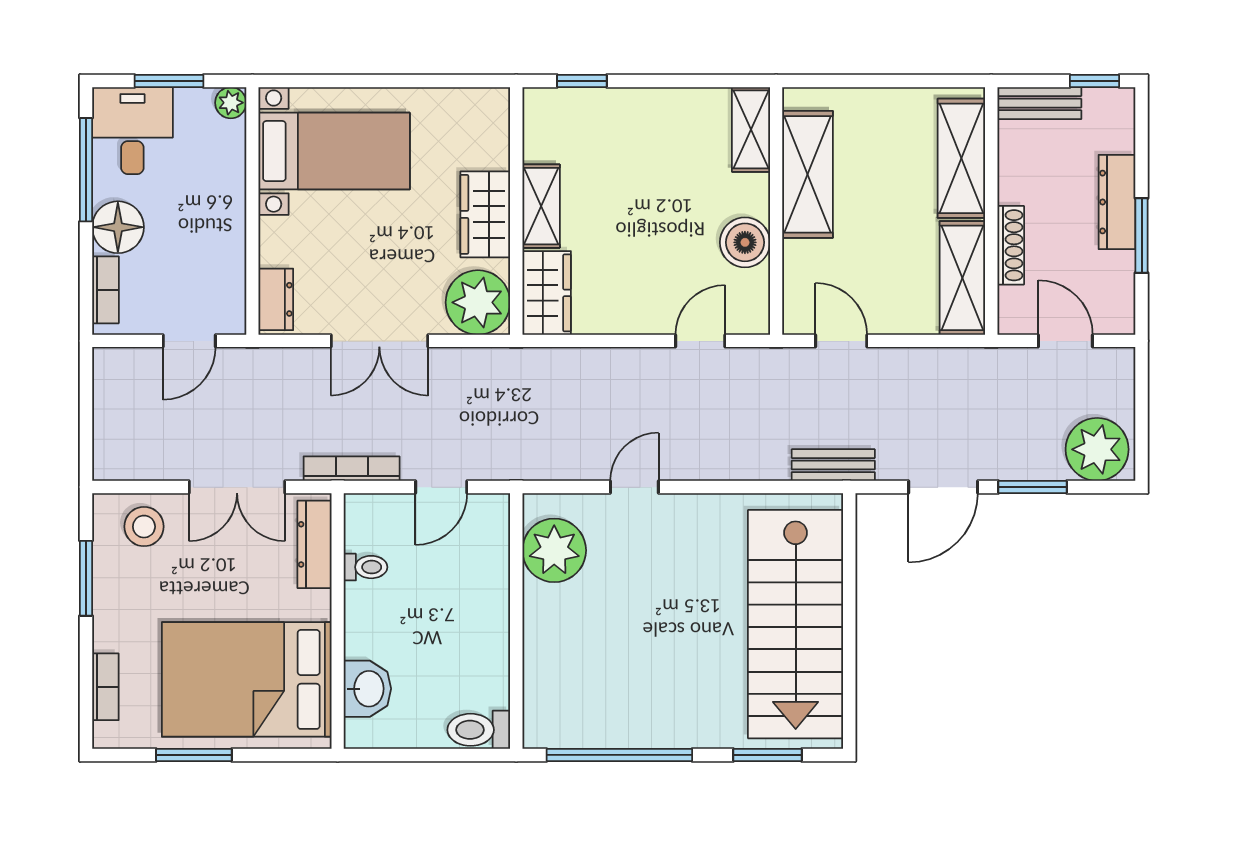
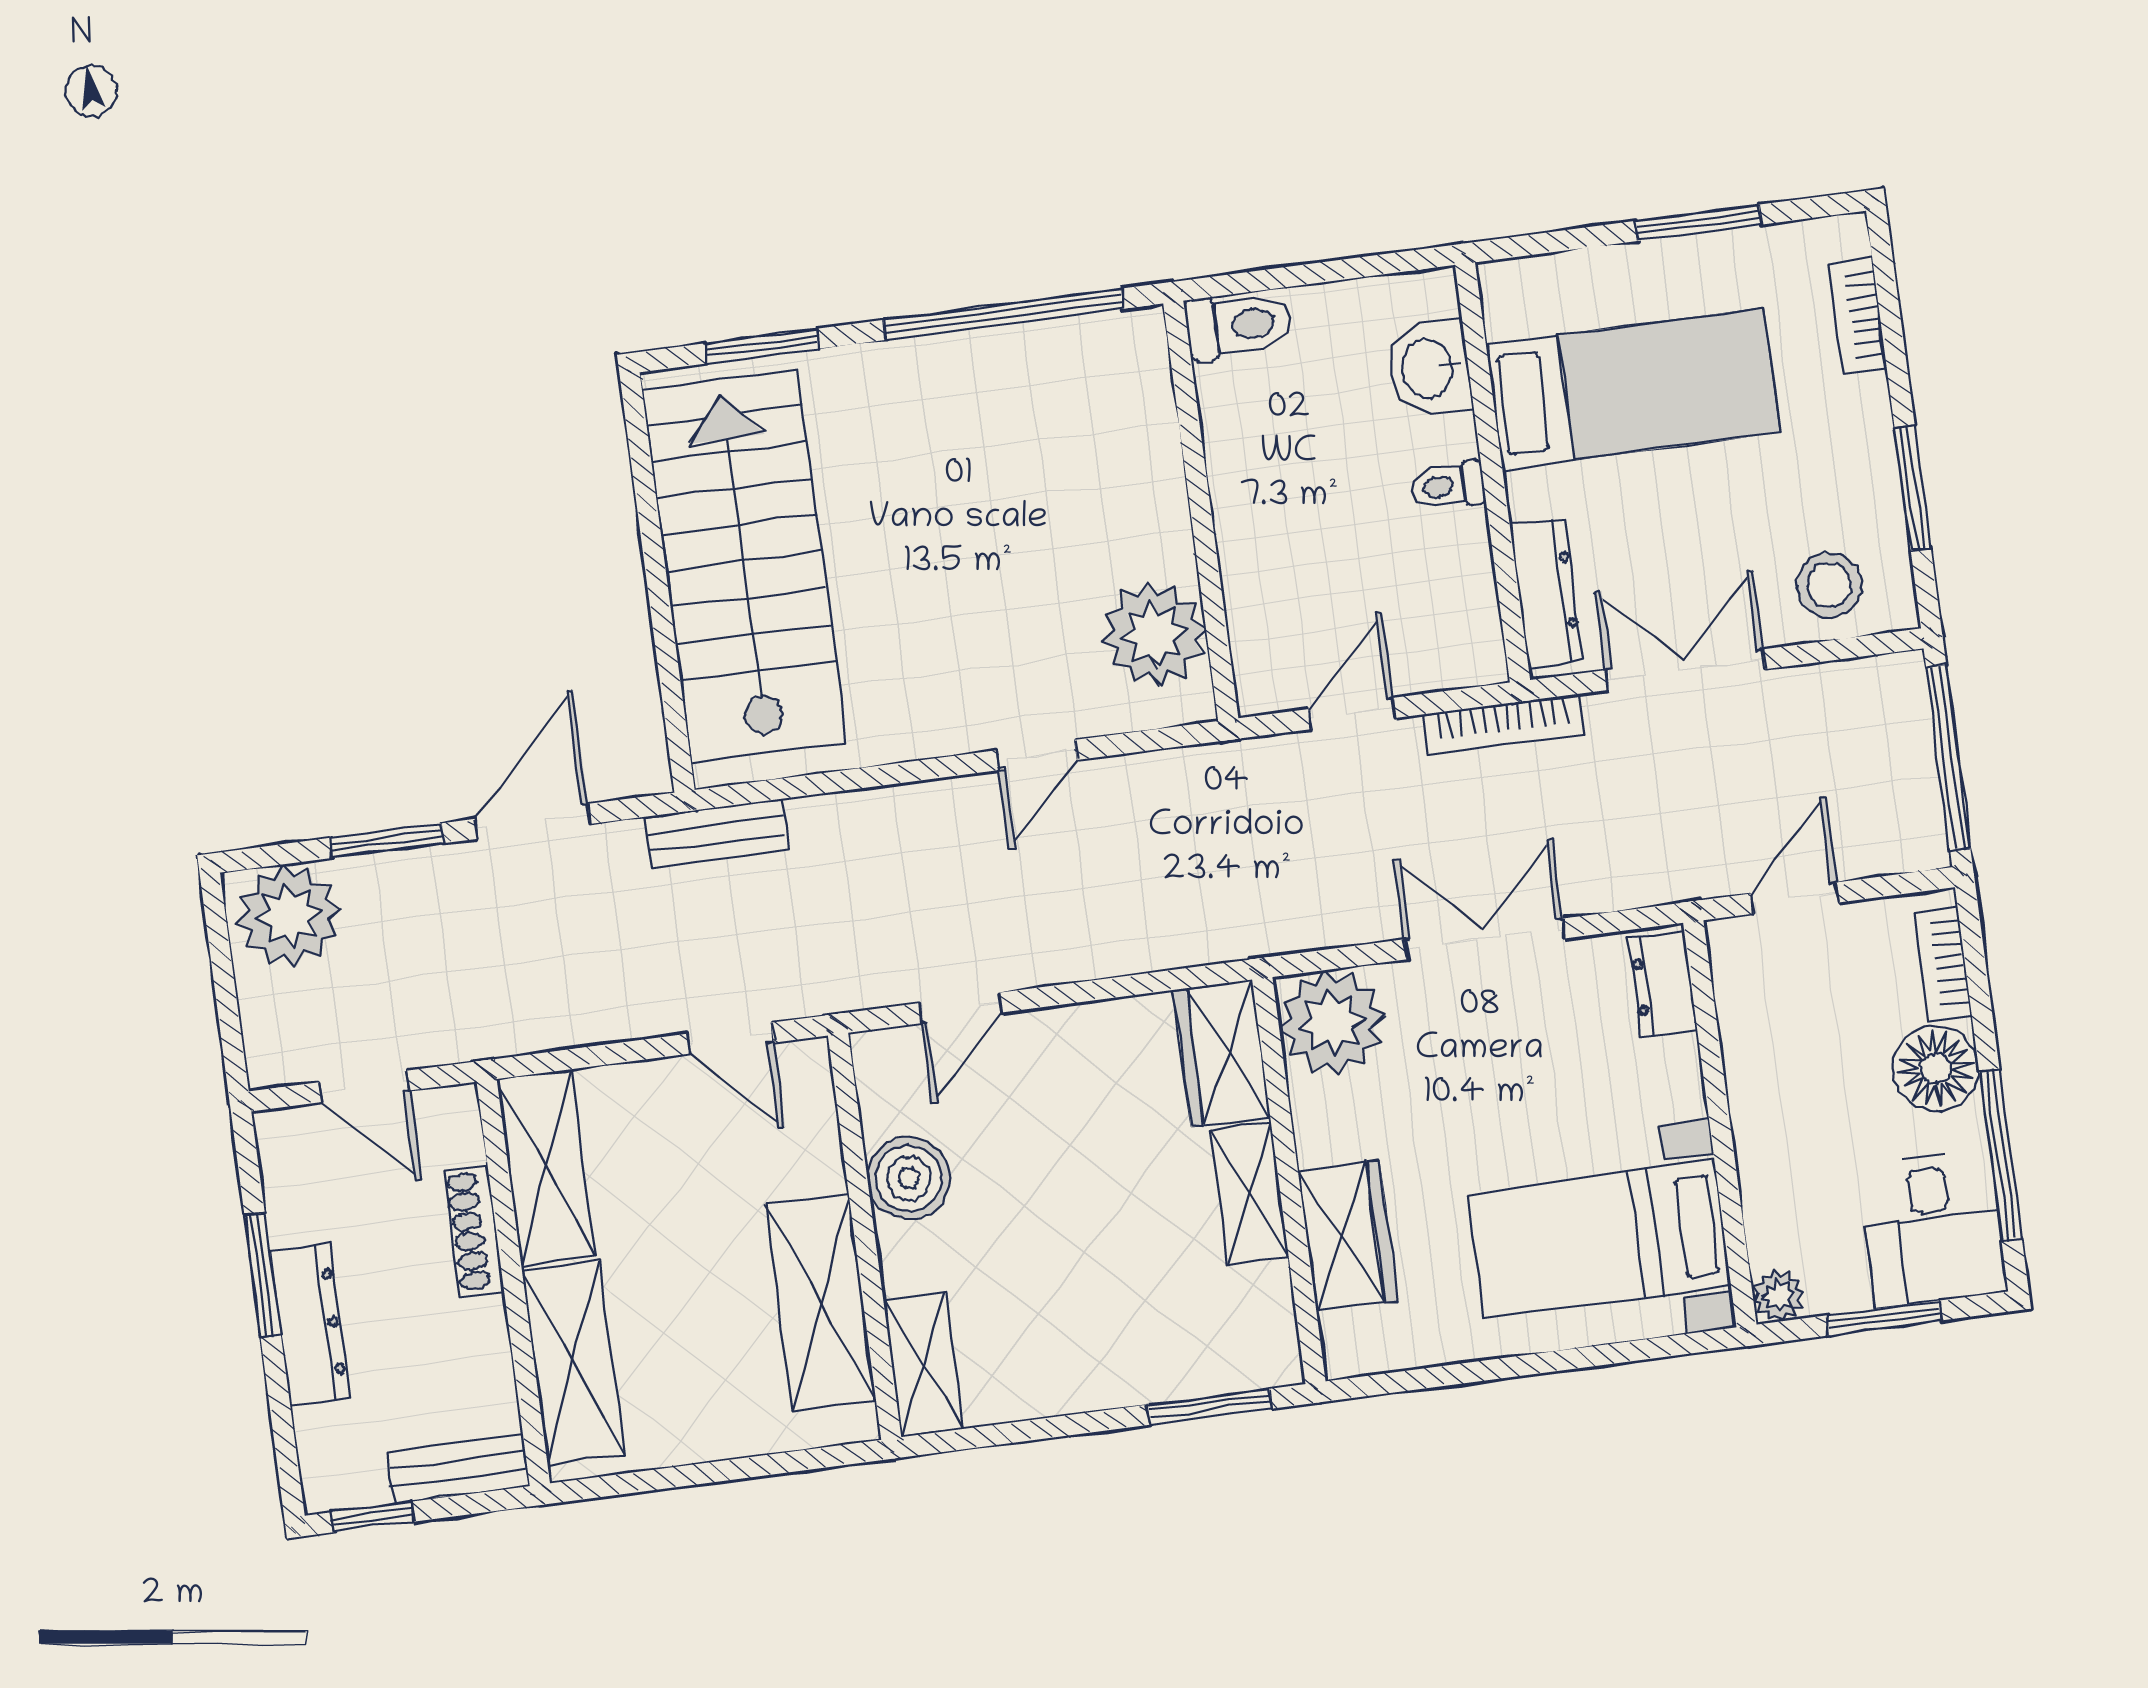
window: (582, 81) -> (1210, 1407), width x1.50
wardrobe: (485, 214) -> (1348, 1236), moved
window: (86, 413) -> (1948, 758), added
toilet: (366, 567) -> (1448, 486), moved
bed: (247, 679) -> (1633, 389), width x0.67

